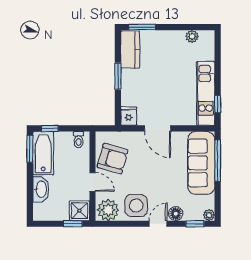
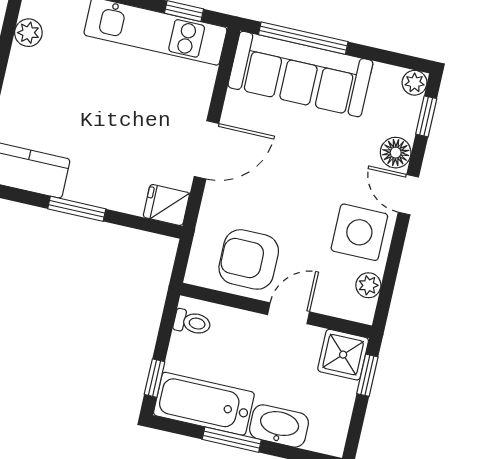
window: (30, 149) -> (232, 440), moved
armchair: (113, 159) -> (249, 259), turned -106
plant: (108, 210) -> (368, 285), width x0.53, depth x0.53

